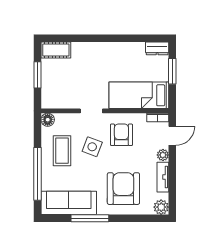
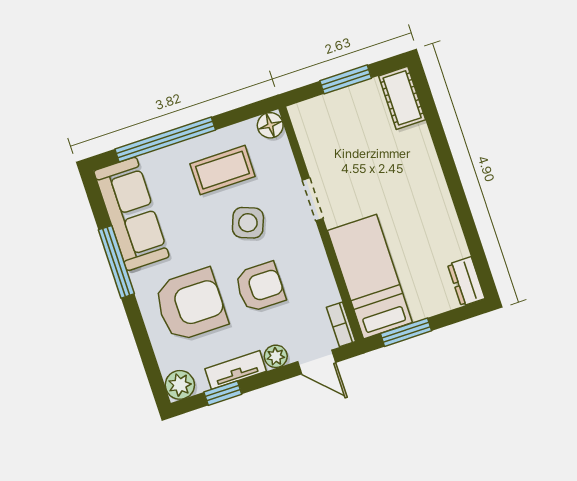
window: (172, 71) -> (406, 332), moved
armchair: (121, 135) -> (260, 287), moved
window: (172, 187) -> (223, 393), added

